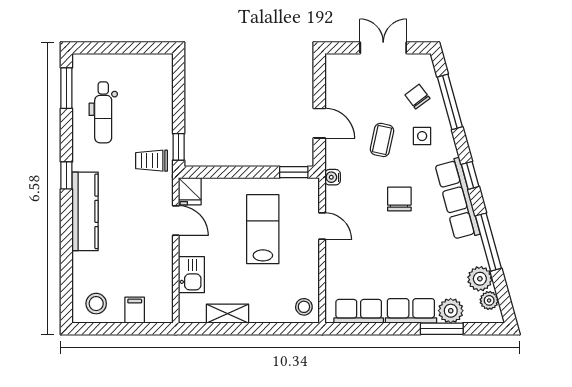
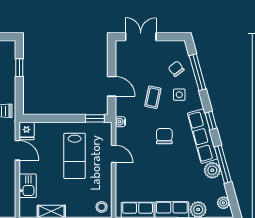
double door: (383, 48) -> (141, 37), moved
window: (179, 147) -> (19, 68), moved
lab bench: (263, 229) -> (75, 156), turned 180
plant: (480, 279) -> (212, 170), moved

